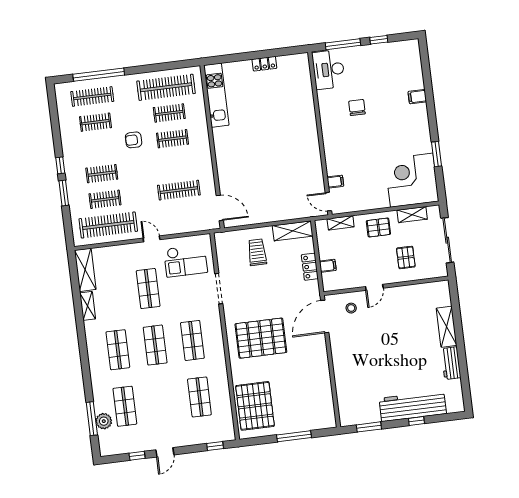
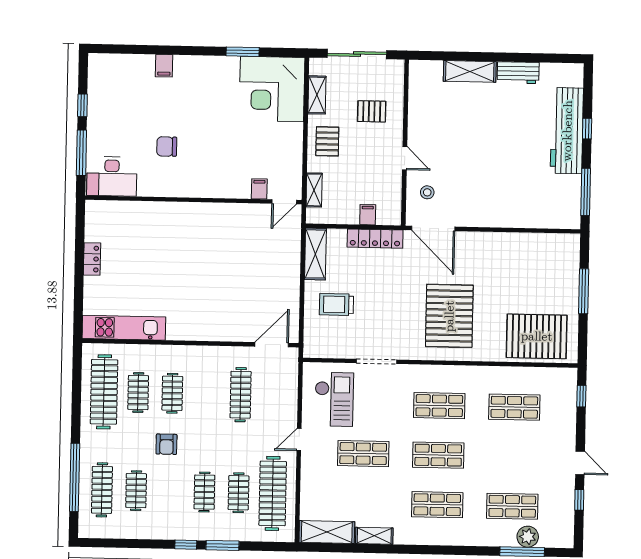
locker: (310, 267) -> (375, 239), width x1.53
window: (369, 427) -> (586, 192), width x1.44

